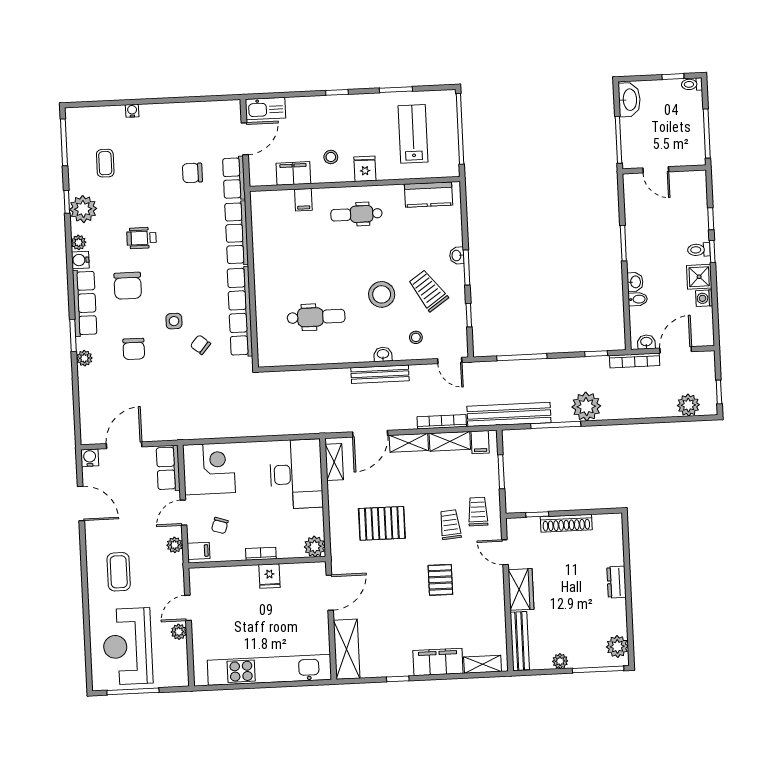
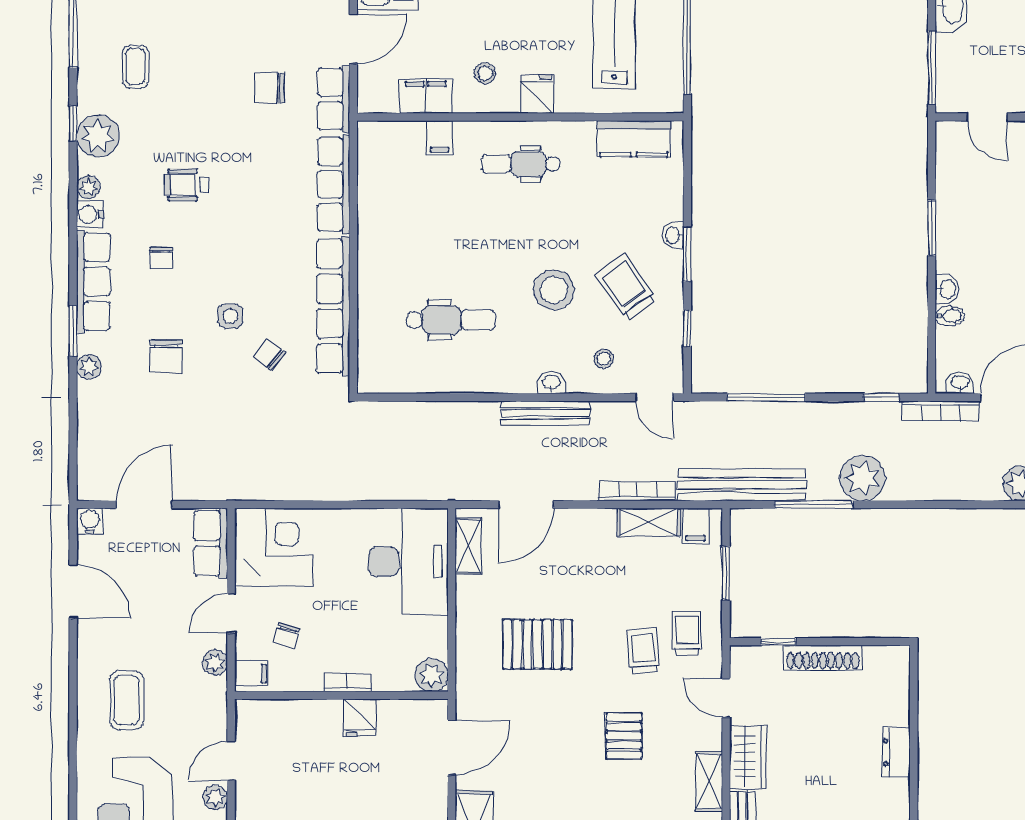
chair: (128, 286) -> (161, 258), width x0.54, depth x0.54
shelving: (409, 443) -> (709, 781), moved, turned 90

